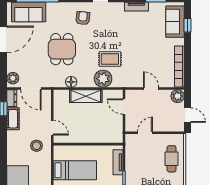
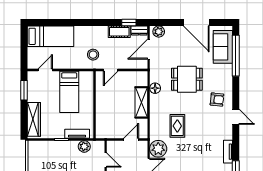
plant: (103, 79) -> (158, 149), moved
plant: (131, 155) -> (84, 146), added

